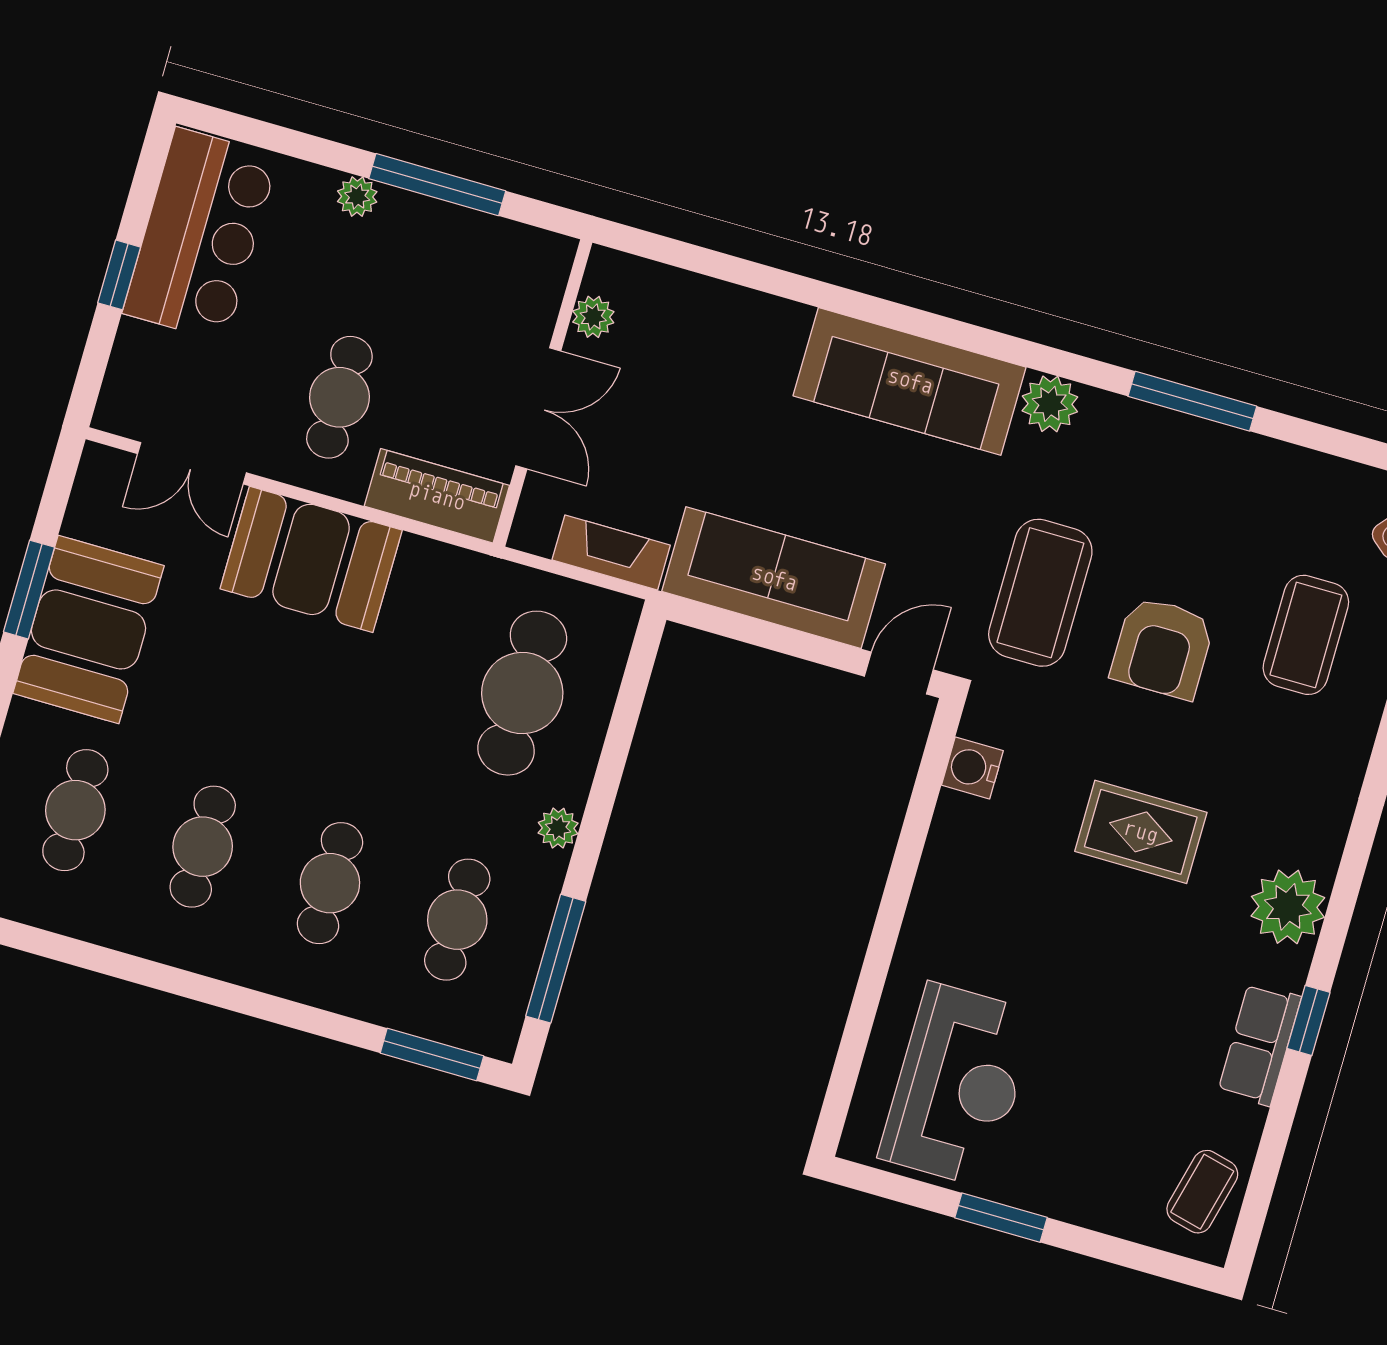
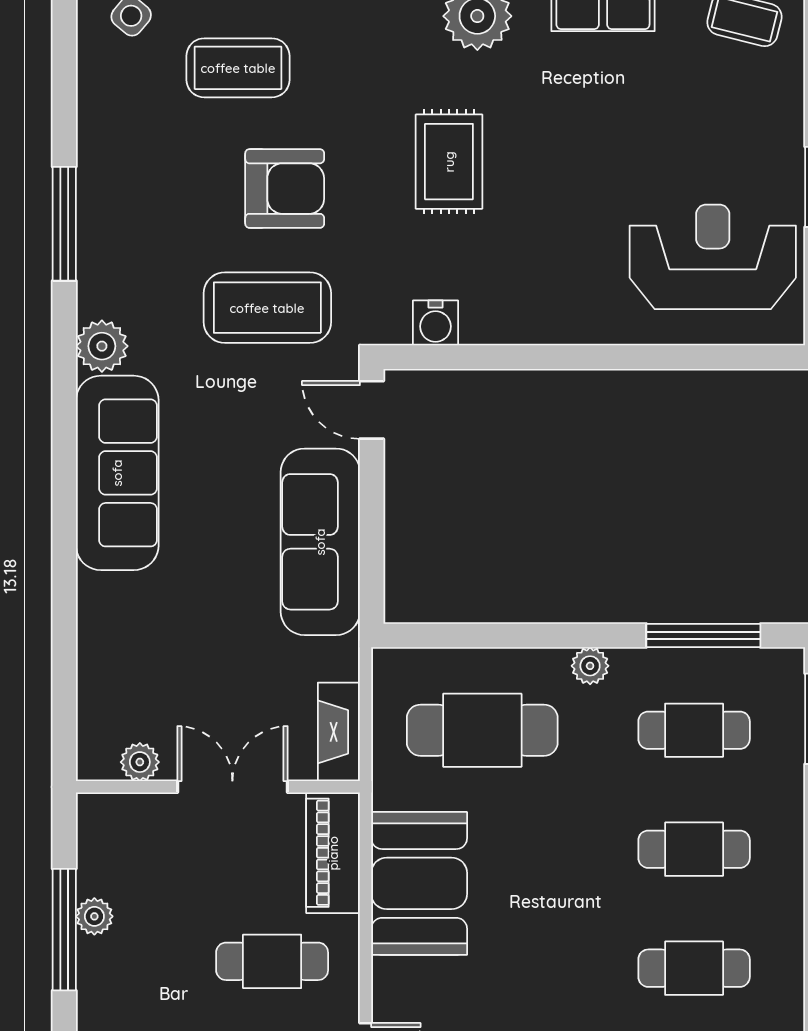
plant: (357, 197) -> (94, 916), moved
fireplace: (611, 553) -> (339, 732), moved
booth: (311, 559) -> (419, 883), moved

